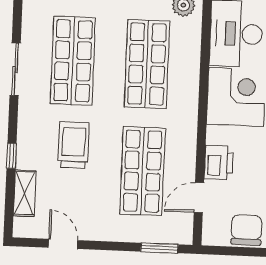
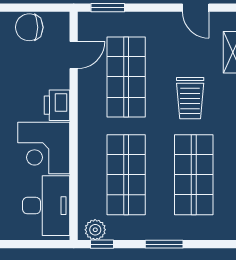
printer: (219, 162) -> (57, 105), moved
chair: (246, 230) -> (29, 27), turned 90

